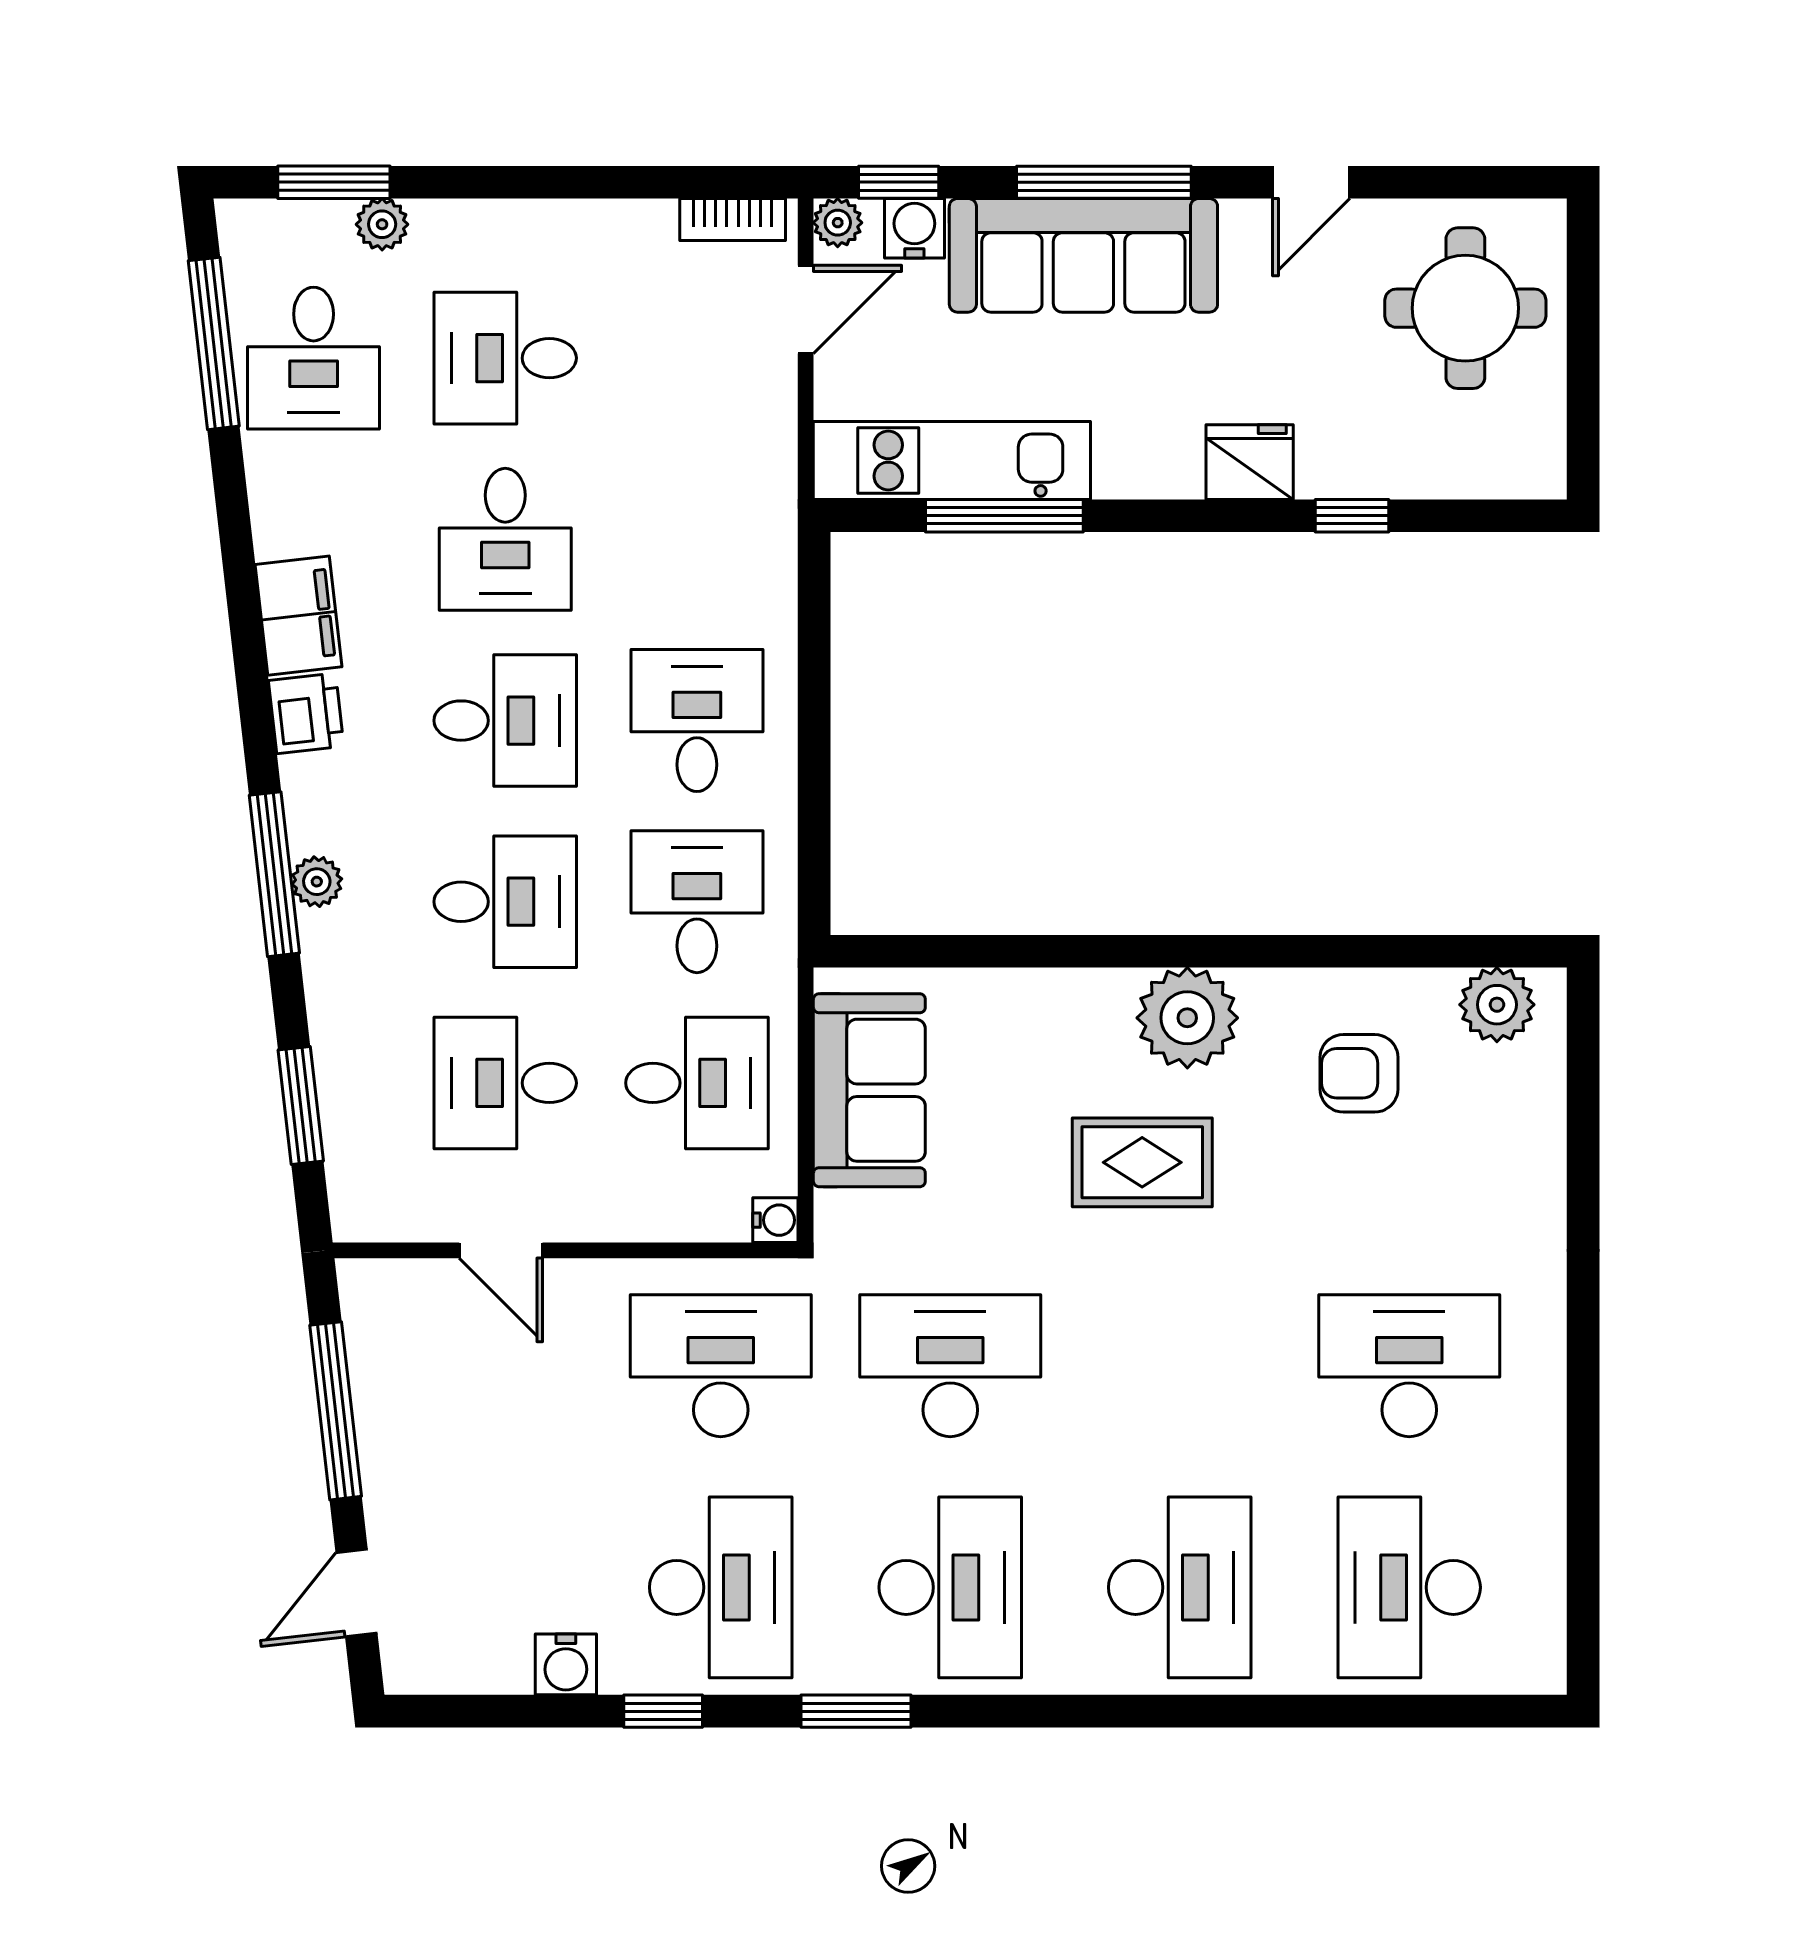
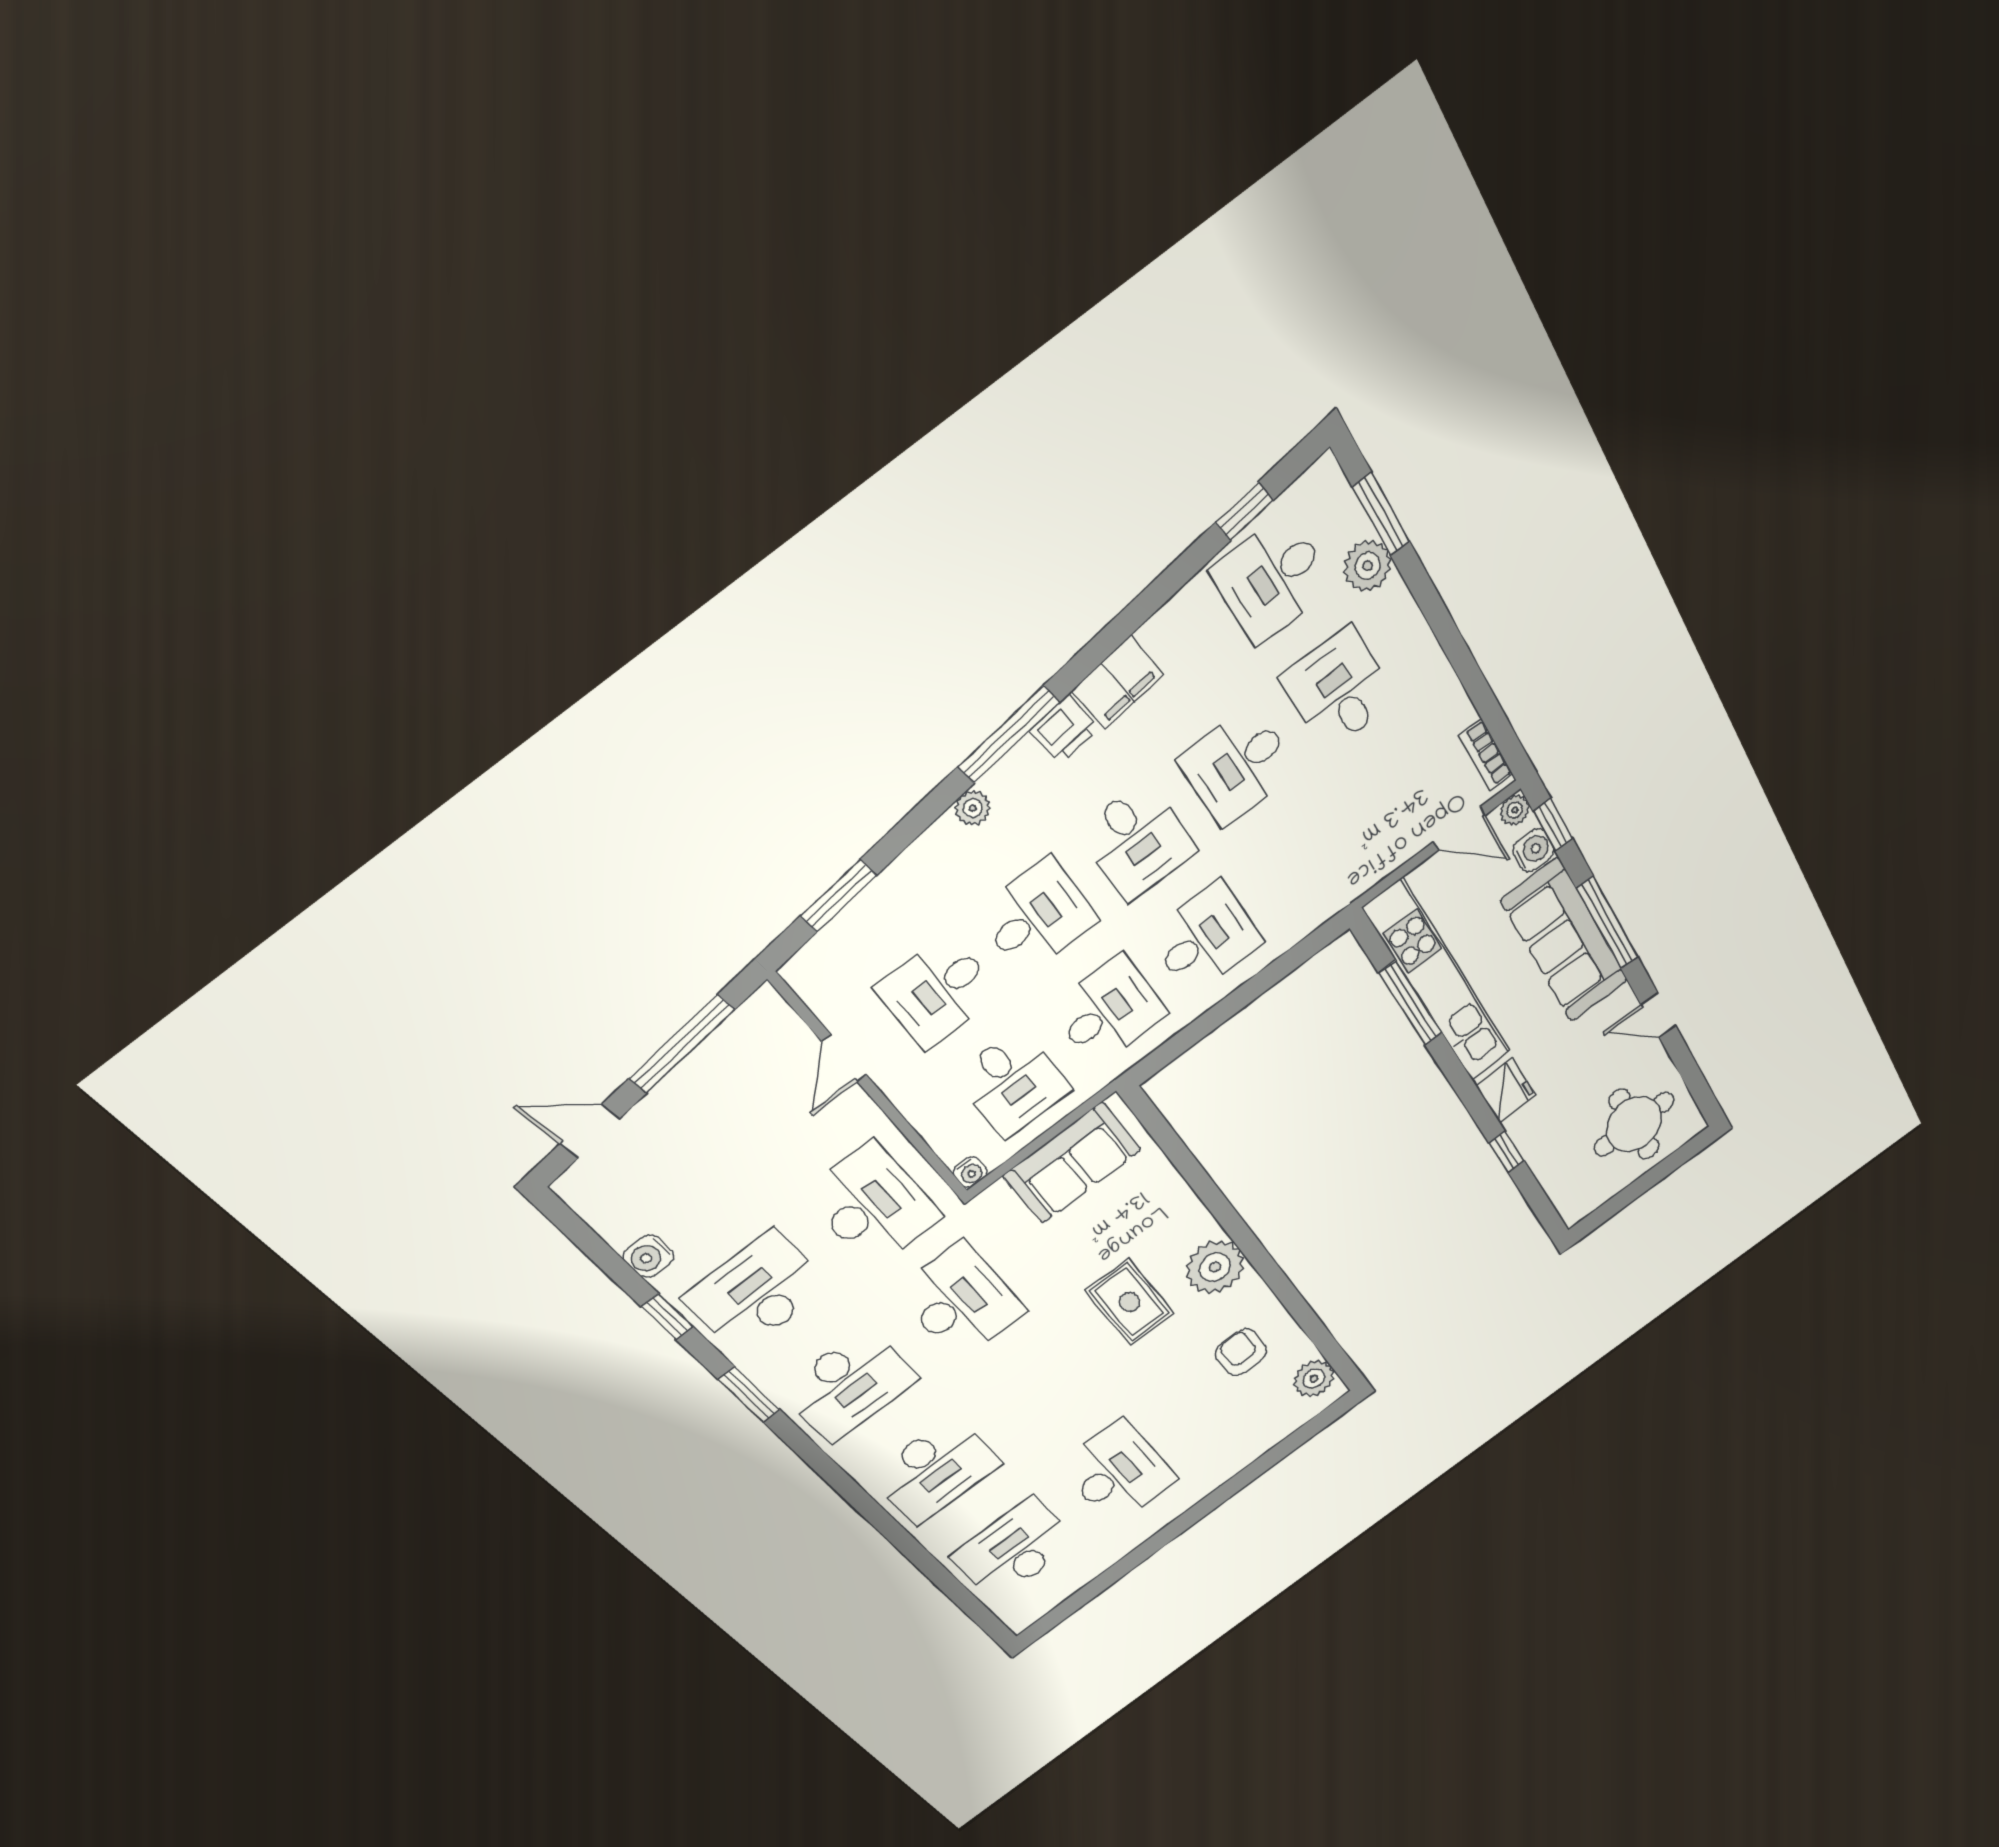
plant: (382, 224) -> (1368, 566), width x1.38, depth x1.38
window: (214, 343) -> (1244, 511), width x0.46
kitchen unit: (952, 460) -> (1438, 981), width x1.36
window: (274, 874) -> (1009, 734), moved
desk: (505, 902) -> (1037, 916), turned -90
desk: (505, 1083) -> (938, 991), turned -90
desk: (721, 1587) -> (757, 1292), turned 180

